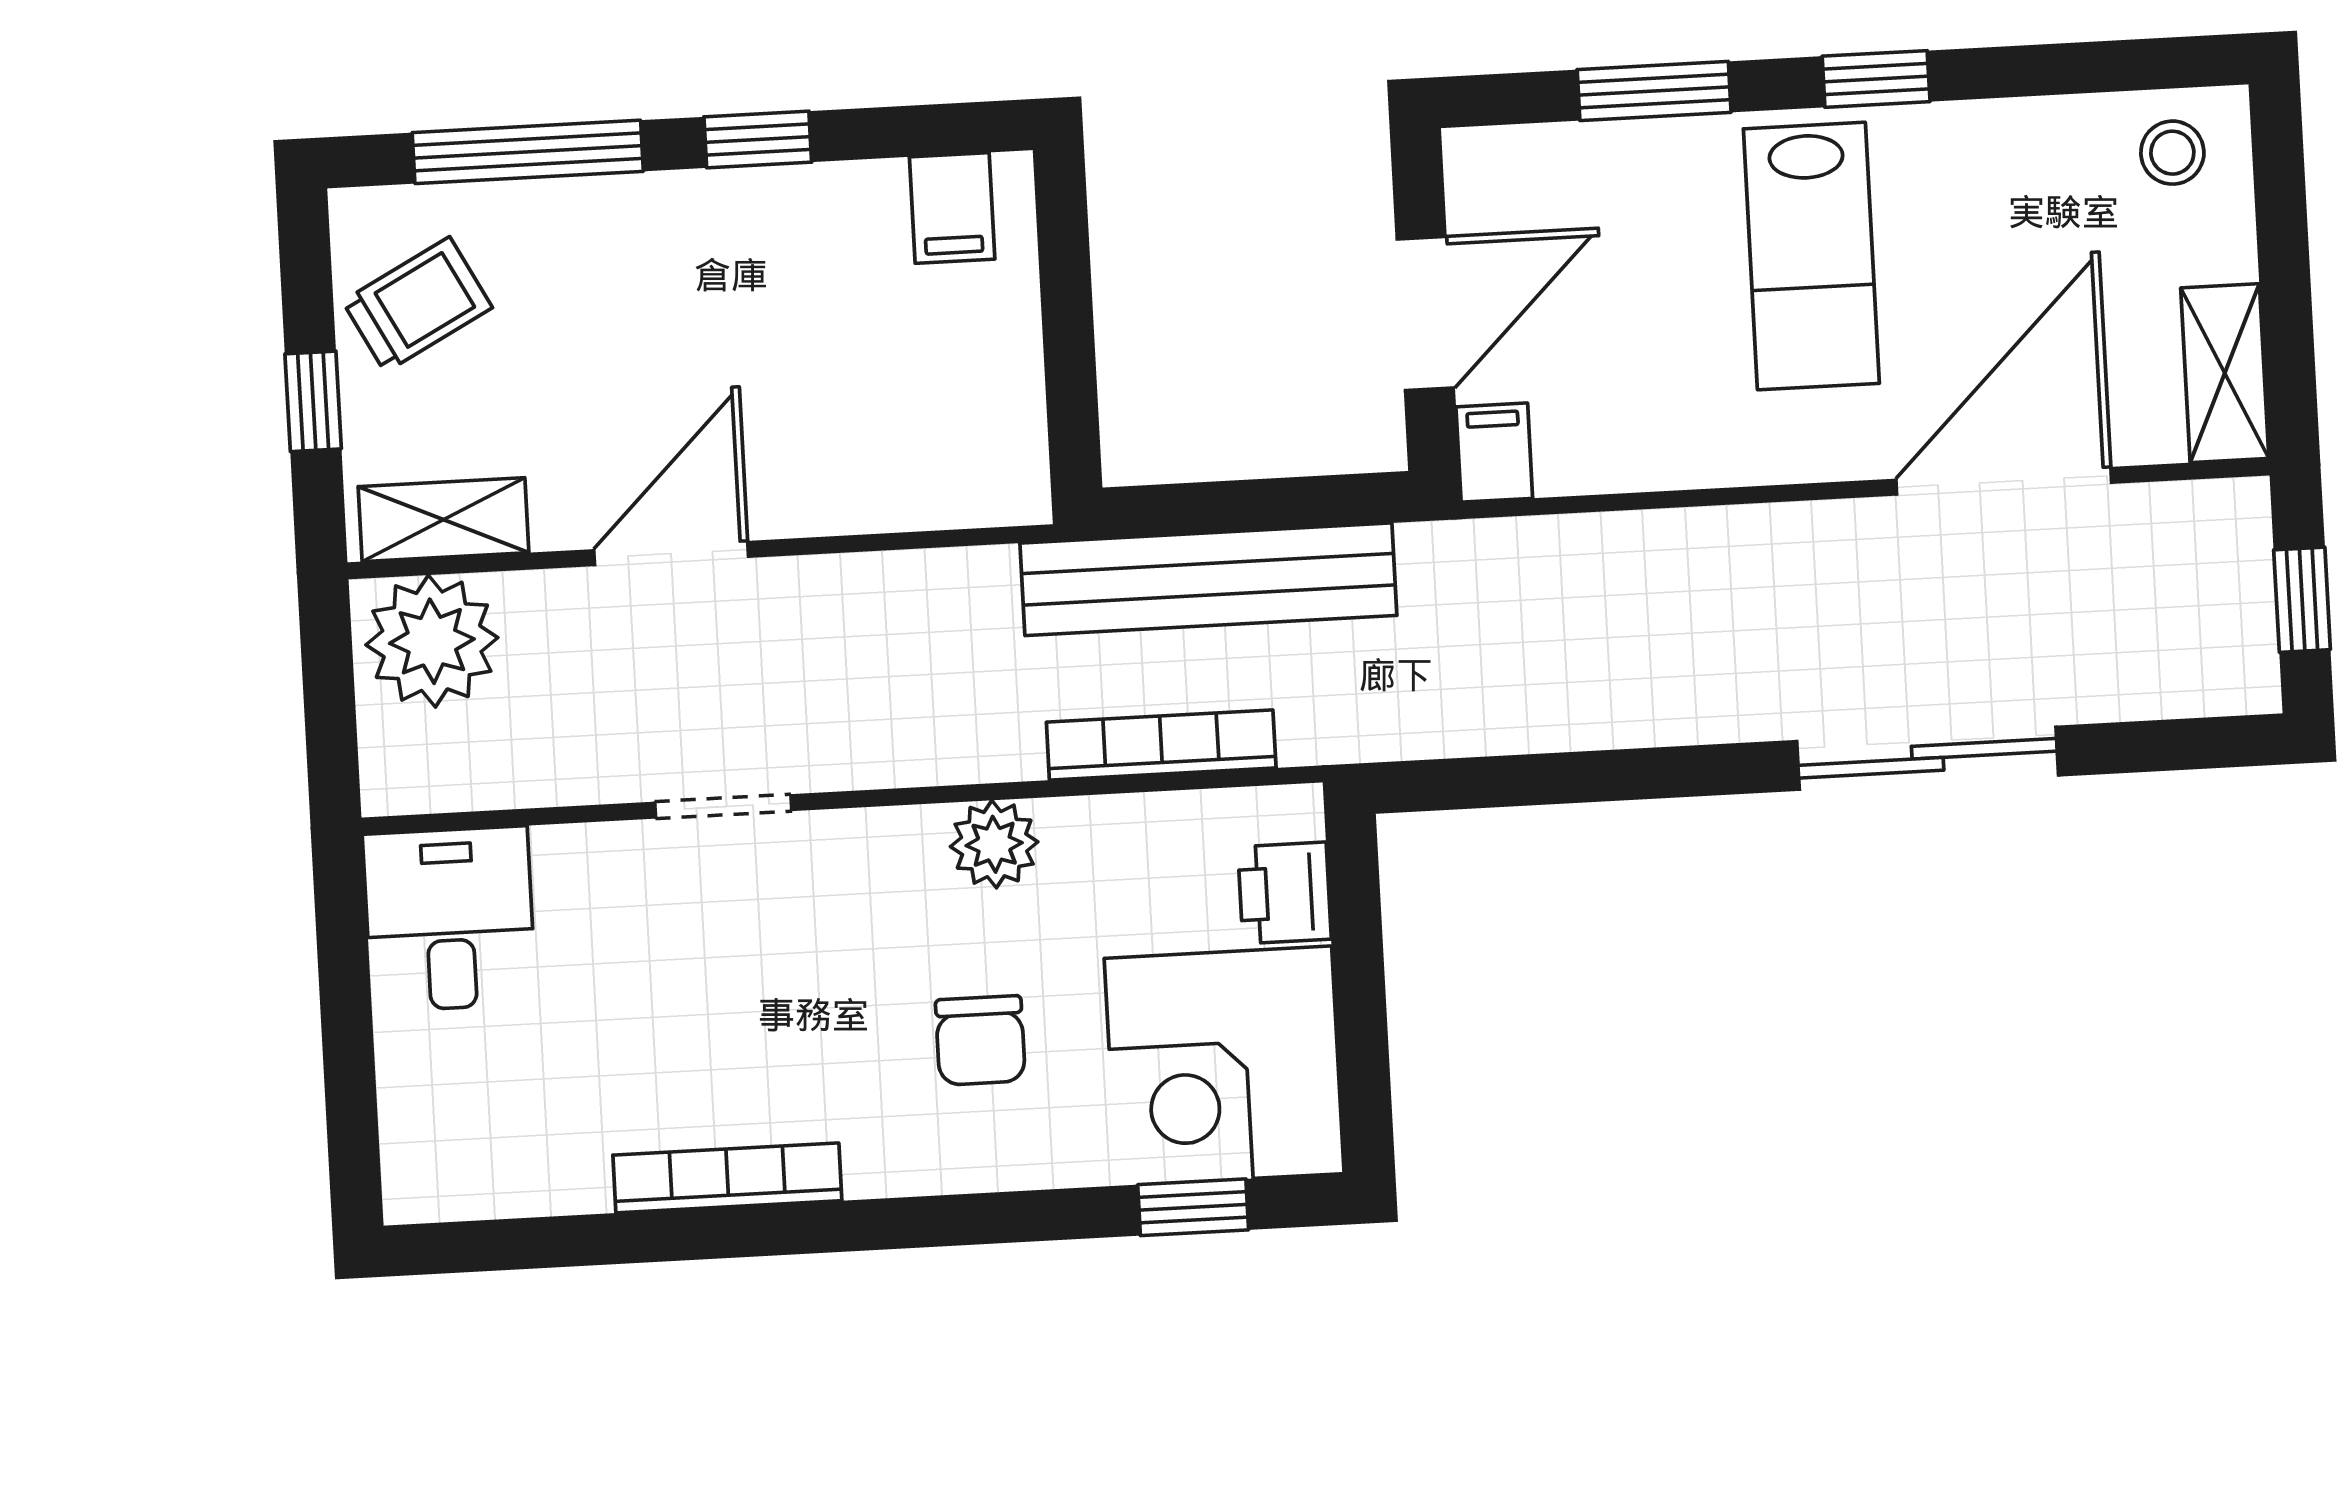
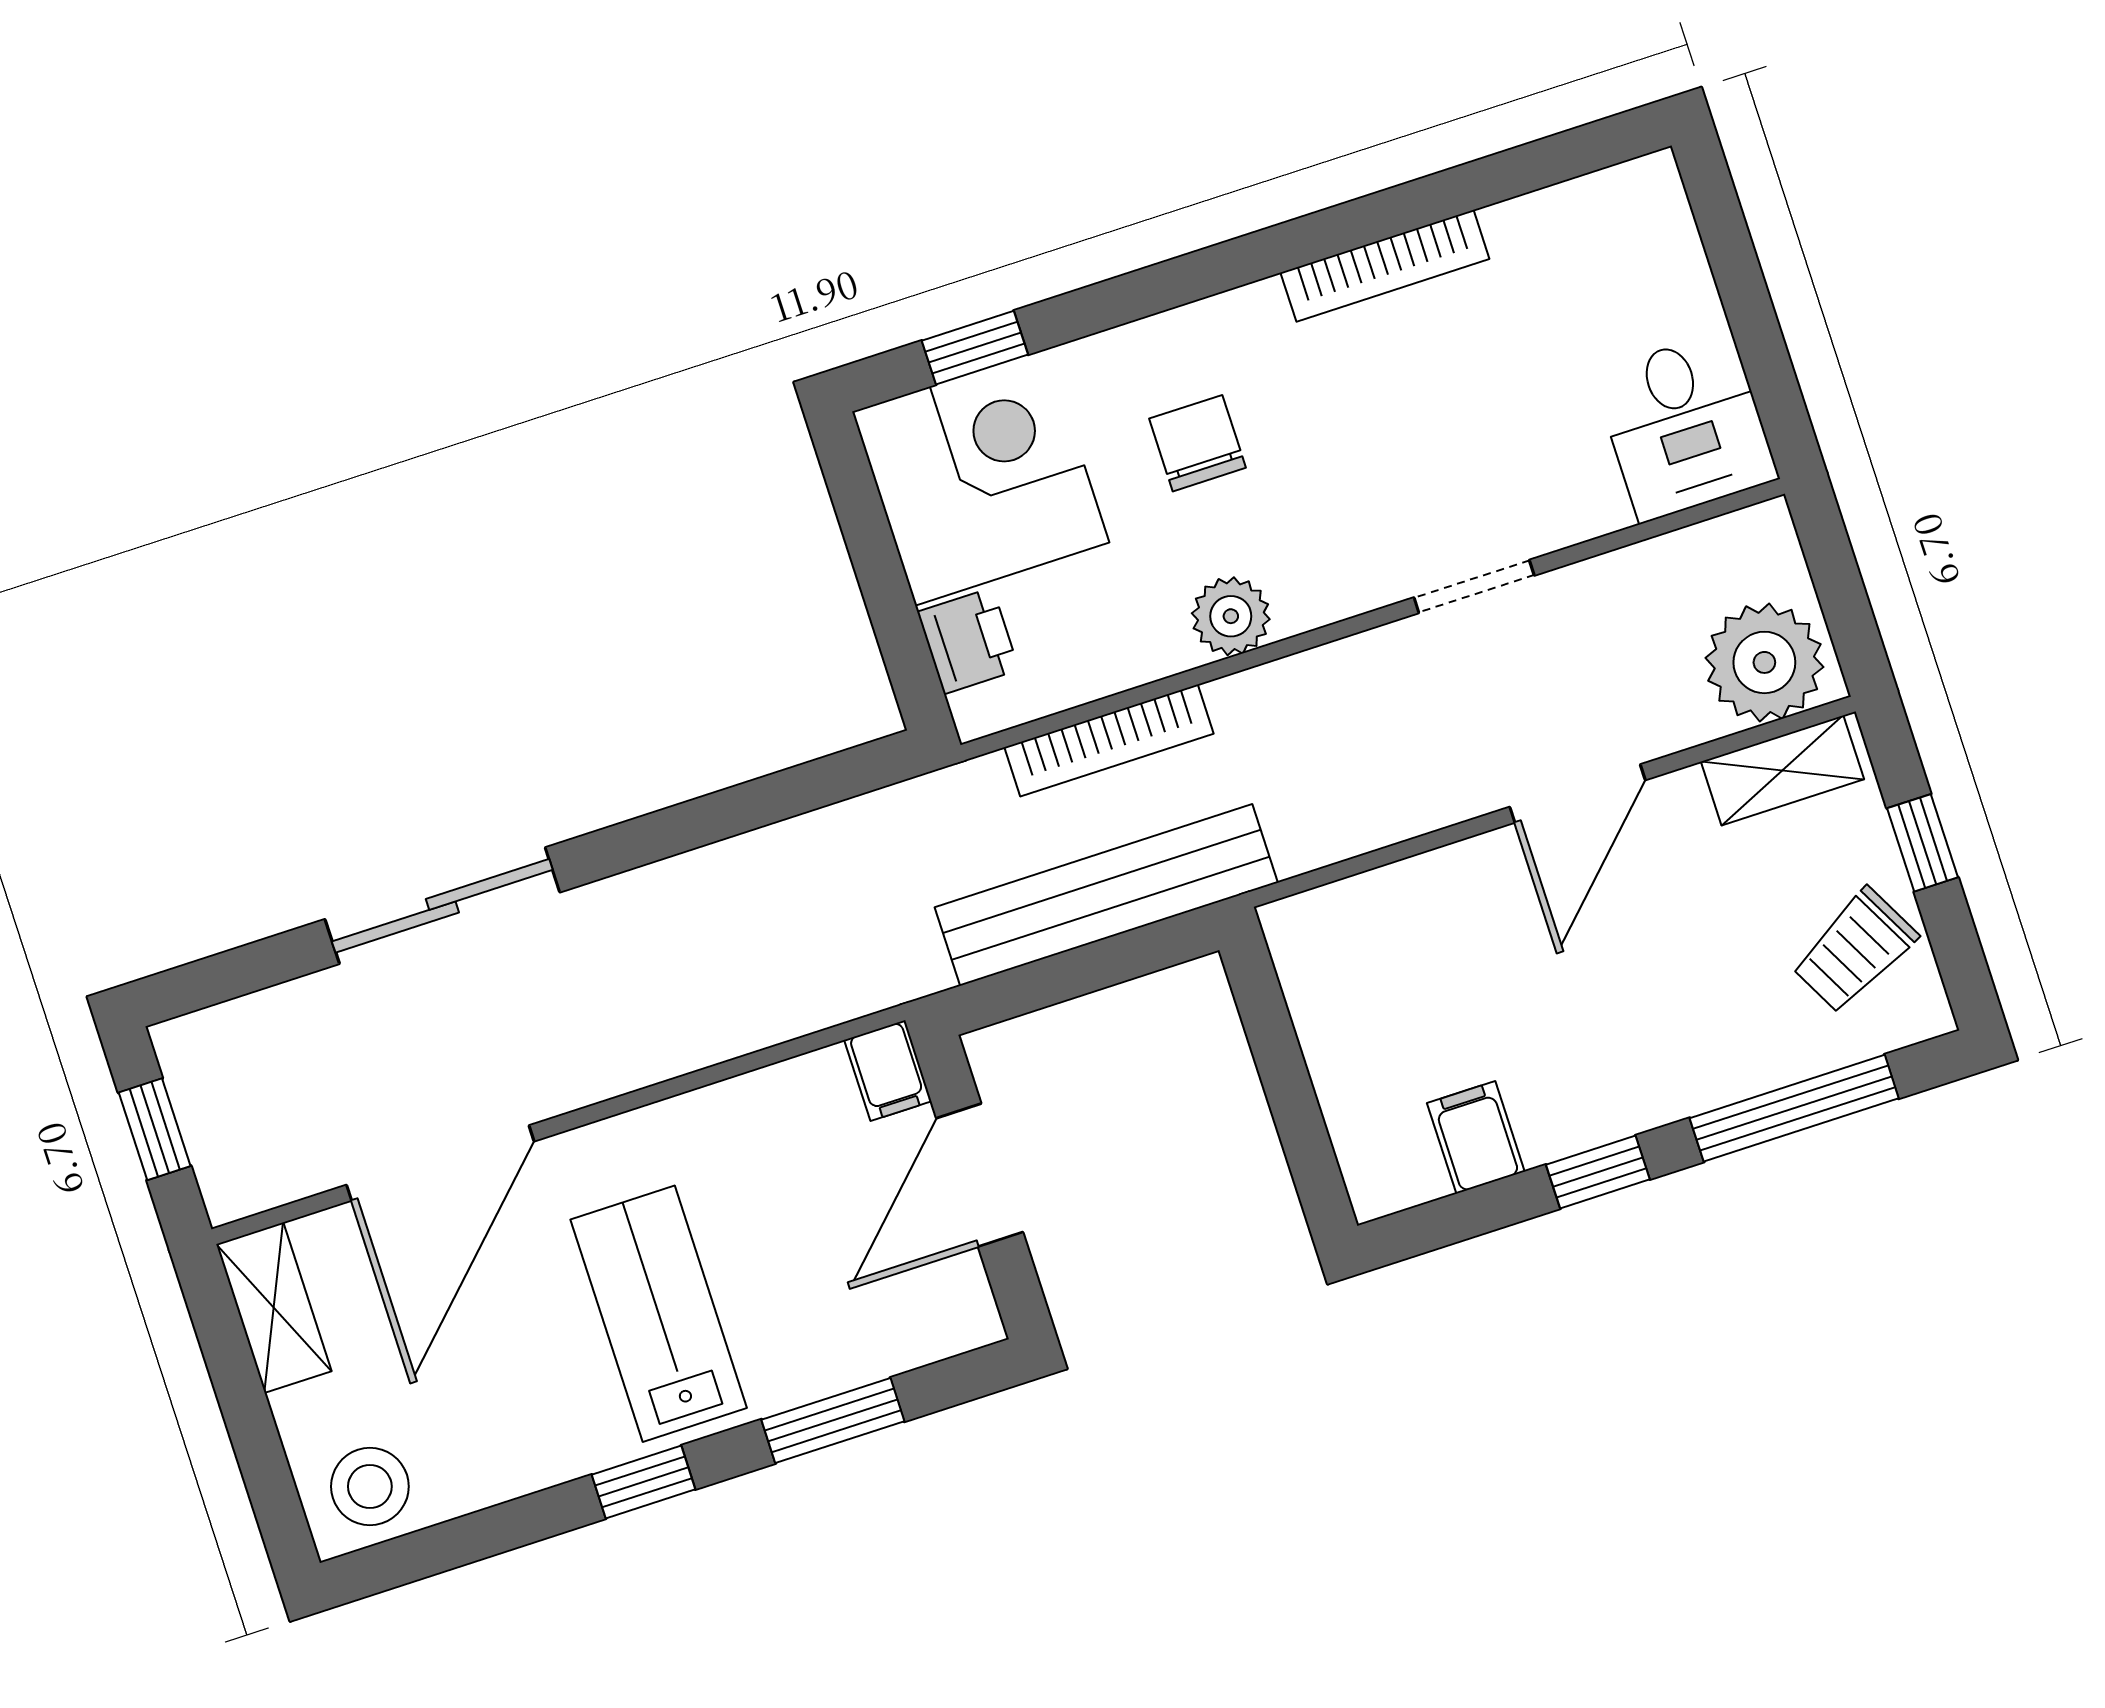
stool: (2172, 153) -> (370, 1486), width x1.37, depth x1.37
filing cabinet: (952, 208) -> (1476, 1137), moved

